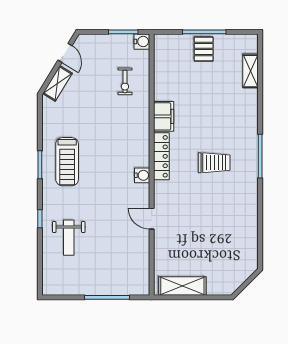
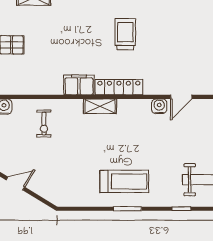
exercise bike: (125, 81) -> (44, 124), turned 90
shelving: (57, 83) -> (100, 106), moved, turned -31
water cooler: (142, 175) -> (159, 106), moved

